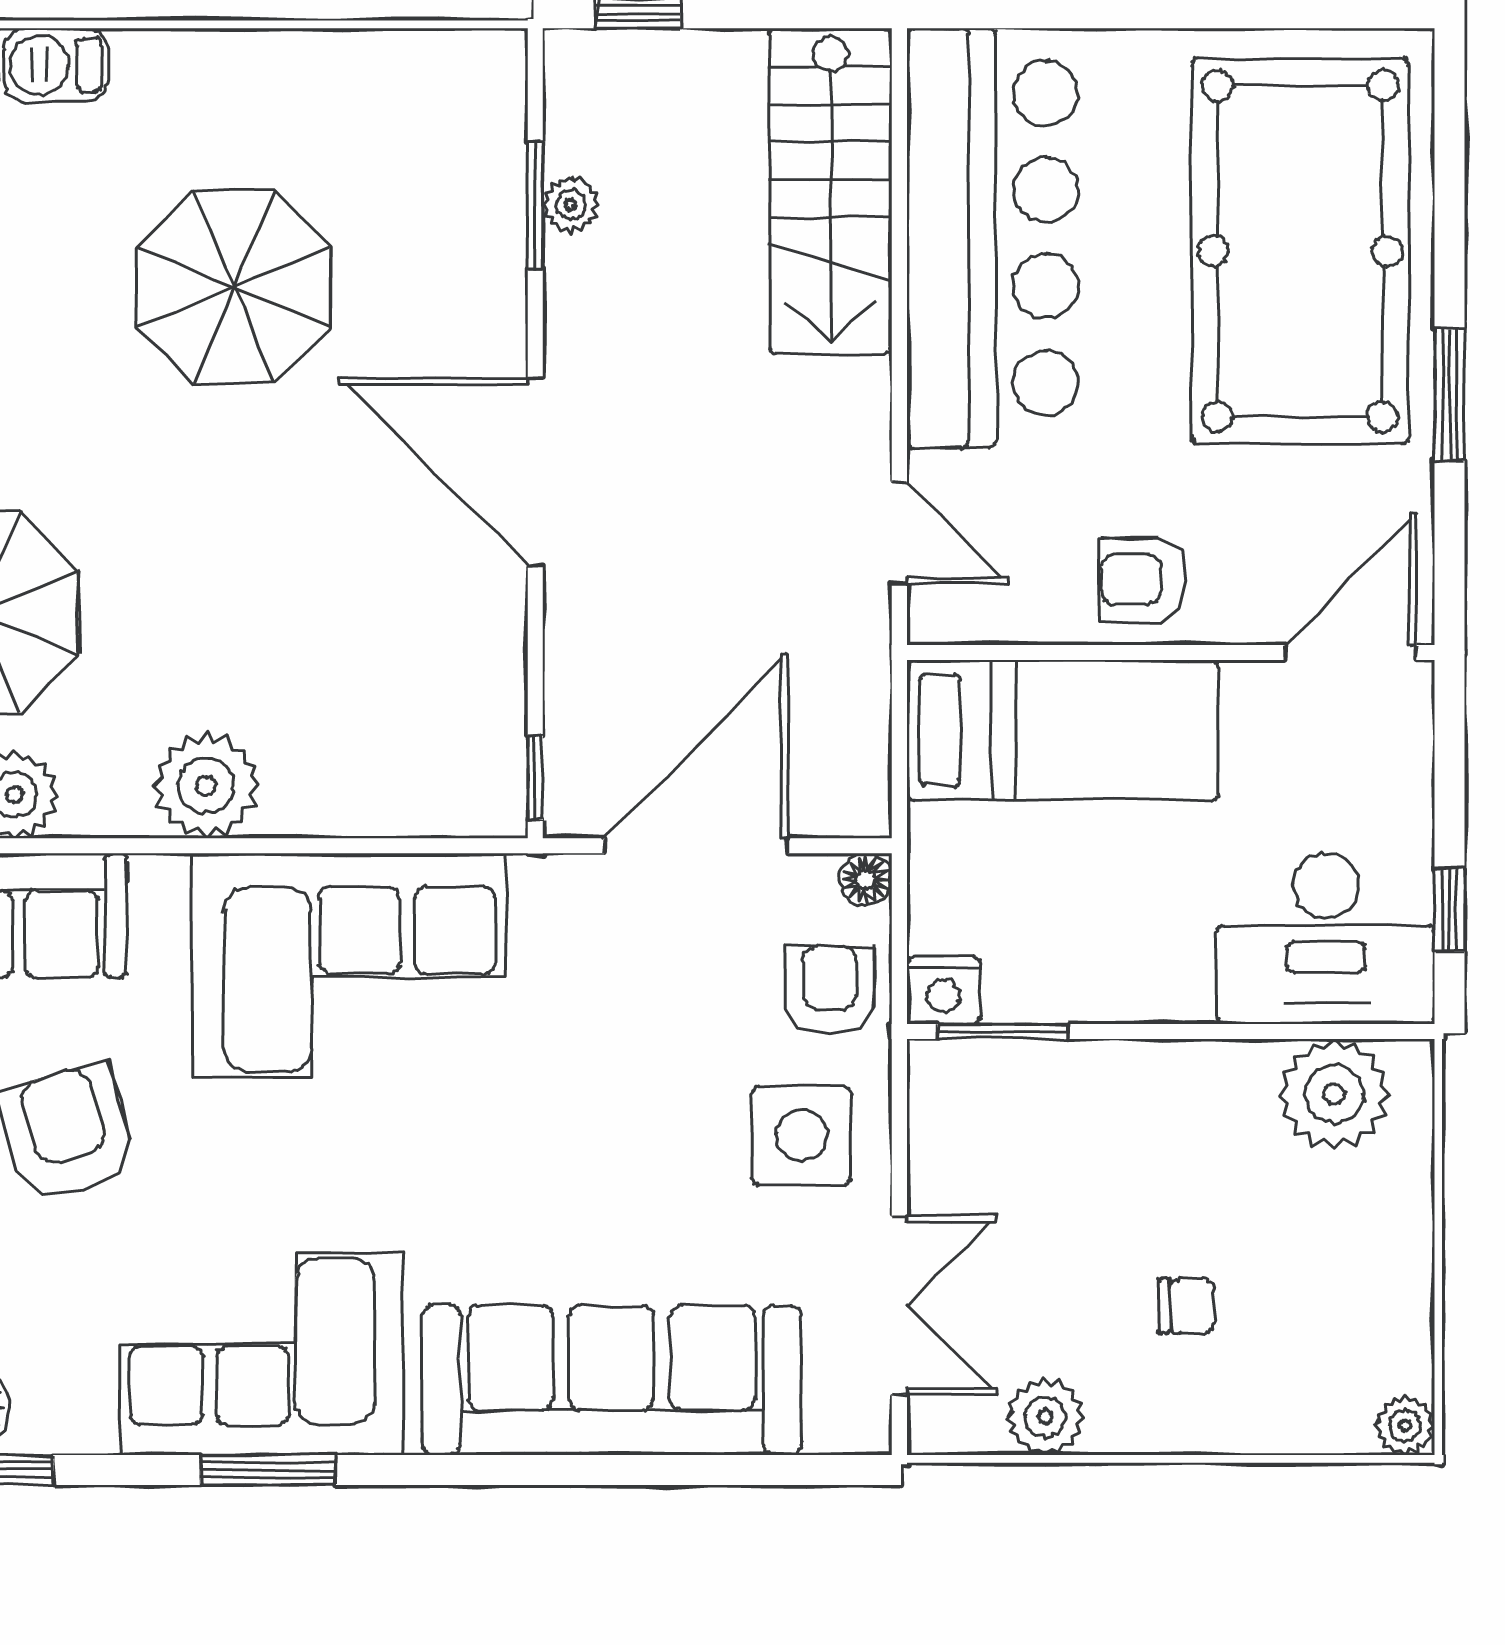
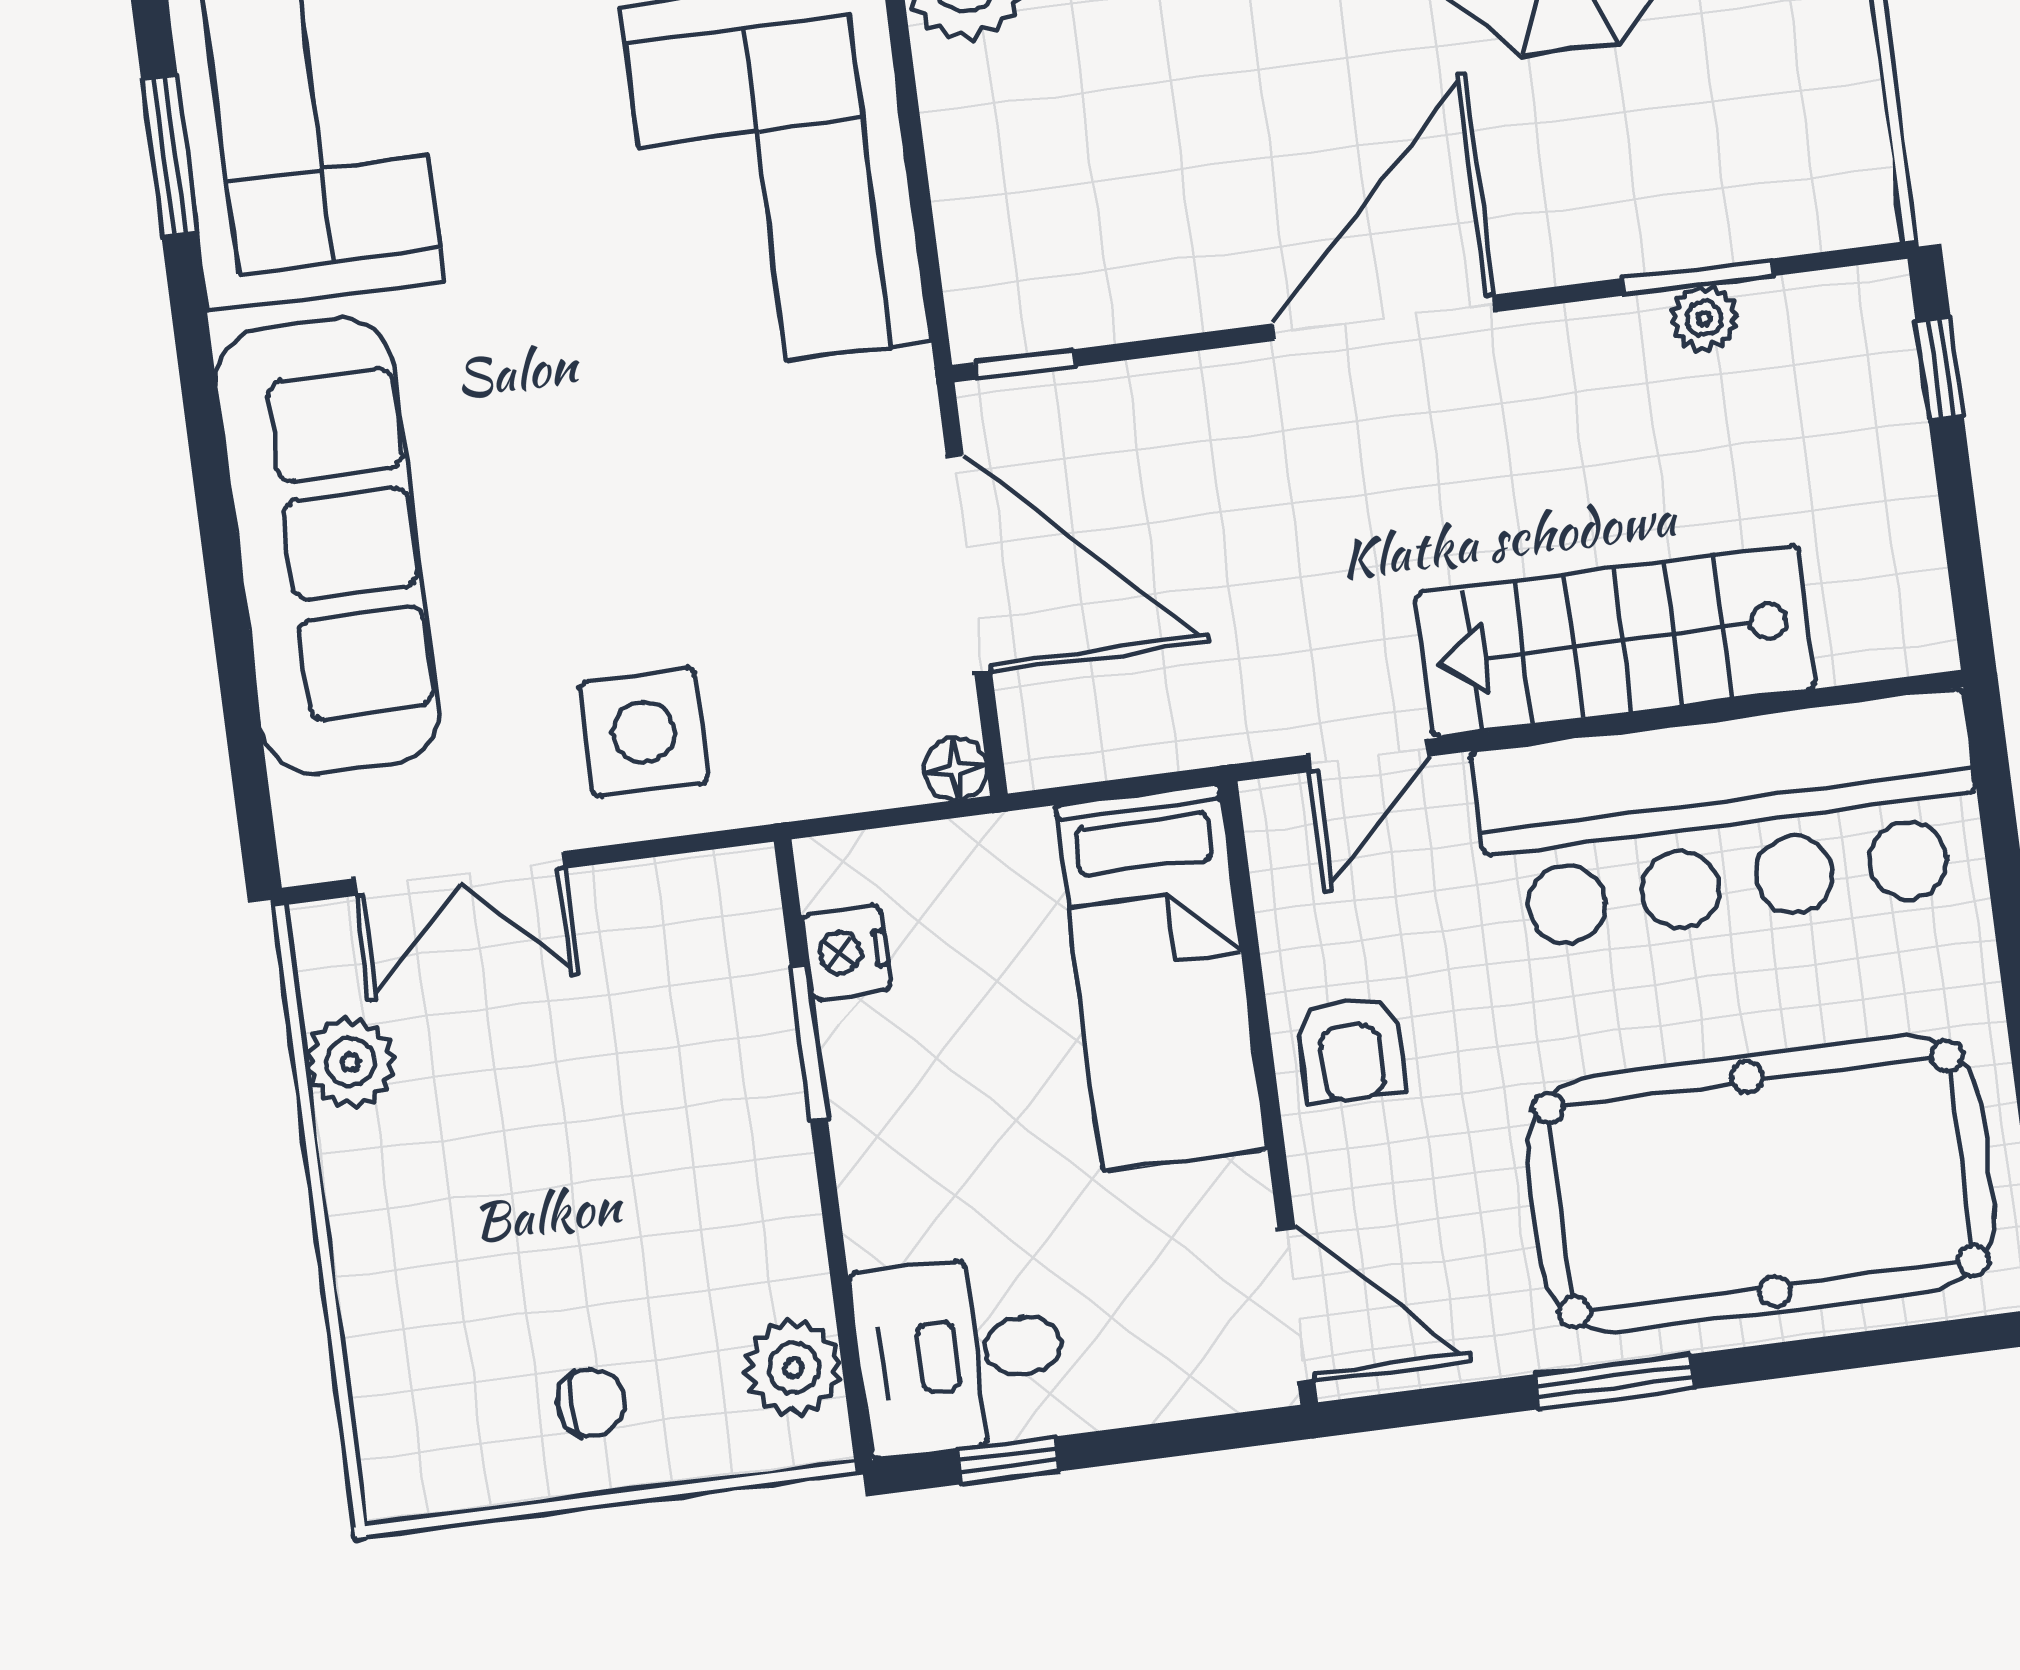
stairs: (831, 191) -> (1615, 641), moved
armchair: (1142, 580) -> (1350, 1049), turned 180
desk: (1326, 939) -> (960, 1354), width x0.73
armchair: (830, 990) -> (819, 743), removed
nightstand: (943, 990) -> (846, 952), moved
window: (1003, 1032) -> (809, 1042), moved
plant: (1334, 1094) -> (794, 1368), width x0.73, depth x0.73
chair: (1186, 1306) -> (591, 1402), moved, turned -90
plant: (1405, 1426) -> (395, 1487), removed

